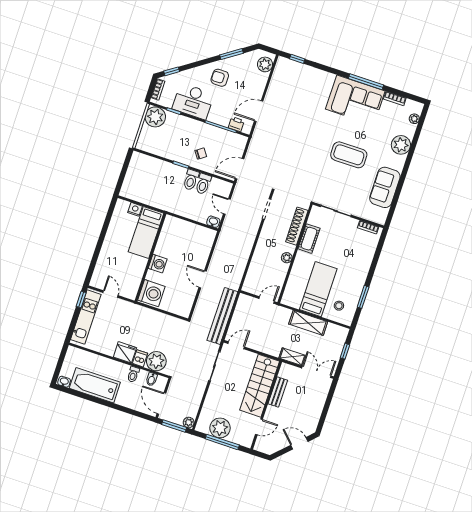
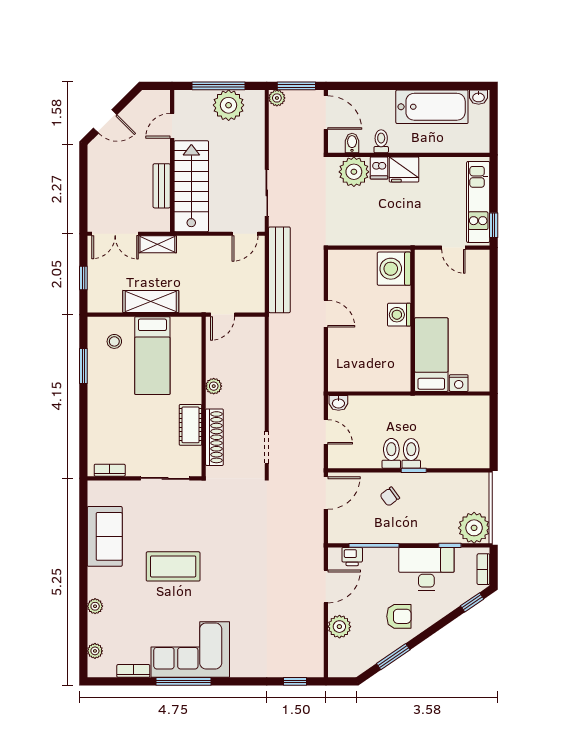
plant: (265, 64) -> (339, 627), moved
plant: (401, 145) -> (95, 606), width x0.53, depth x0.53
toilet: (203, 184) -> (411, 453), moved

